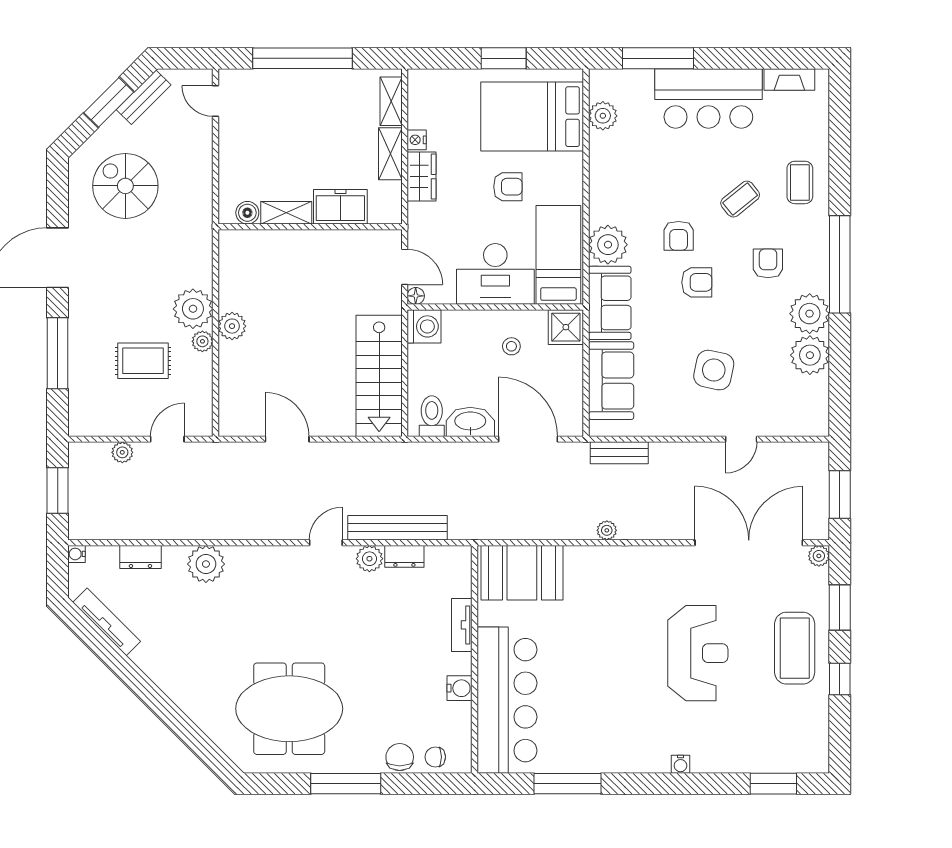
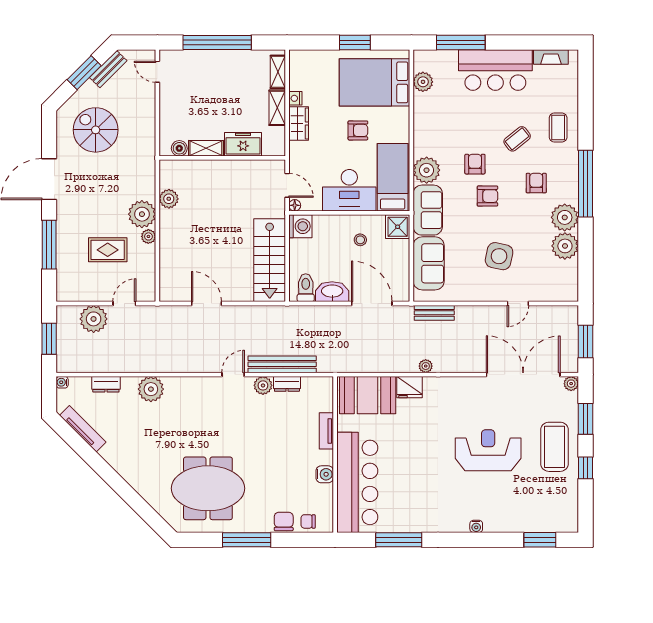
armchair: (679, 236) -> (475, 164), turned 180
plant: (232, 326) -> (169, 199), moved
plant: (122, 452) -> (94, 319), width x1.88, depth x1.88
fridge: (583, 561) -> (410, 387), added
reception desk: (698, 653) -> (488, 450), turned -90

